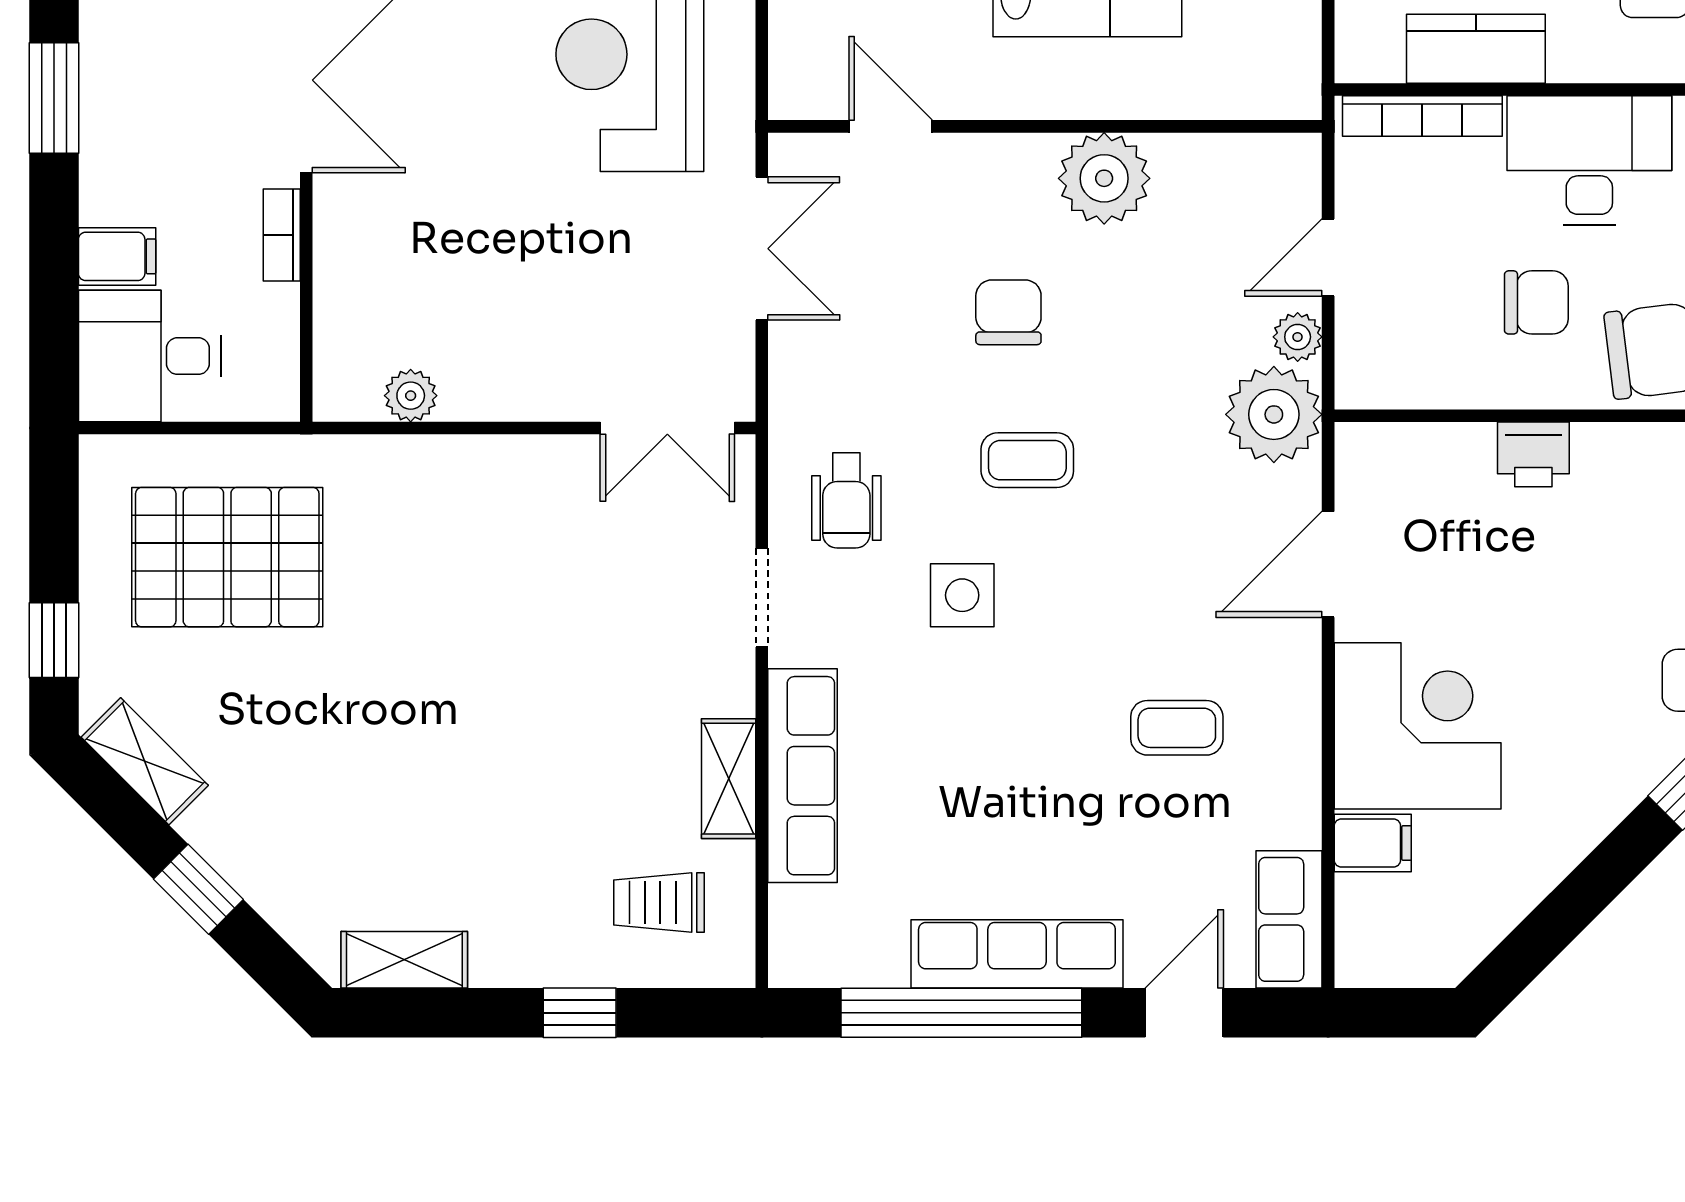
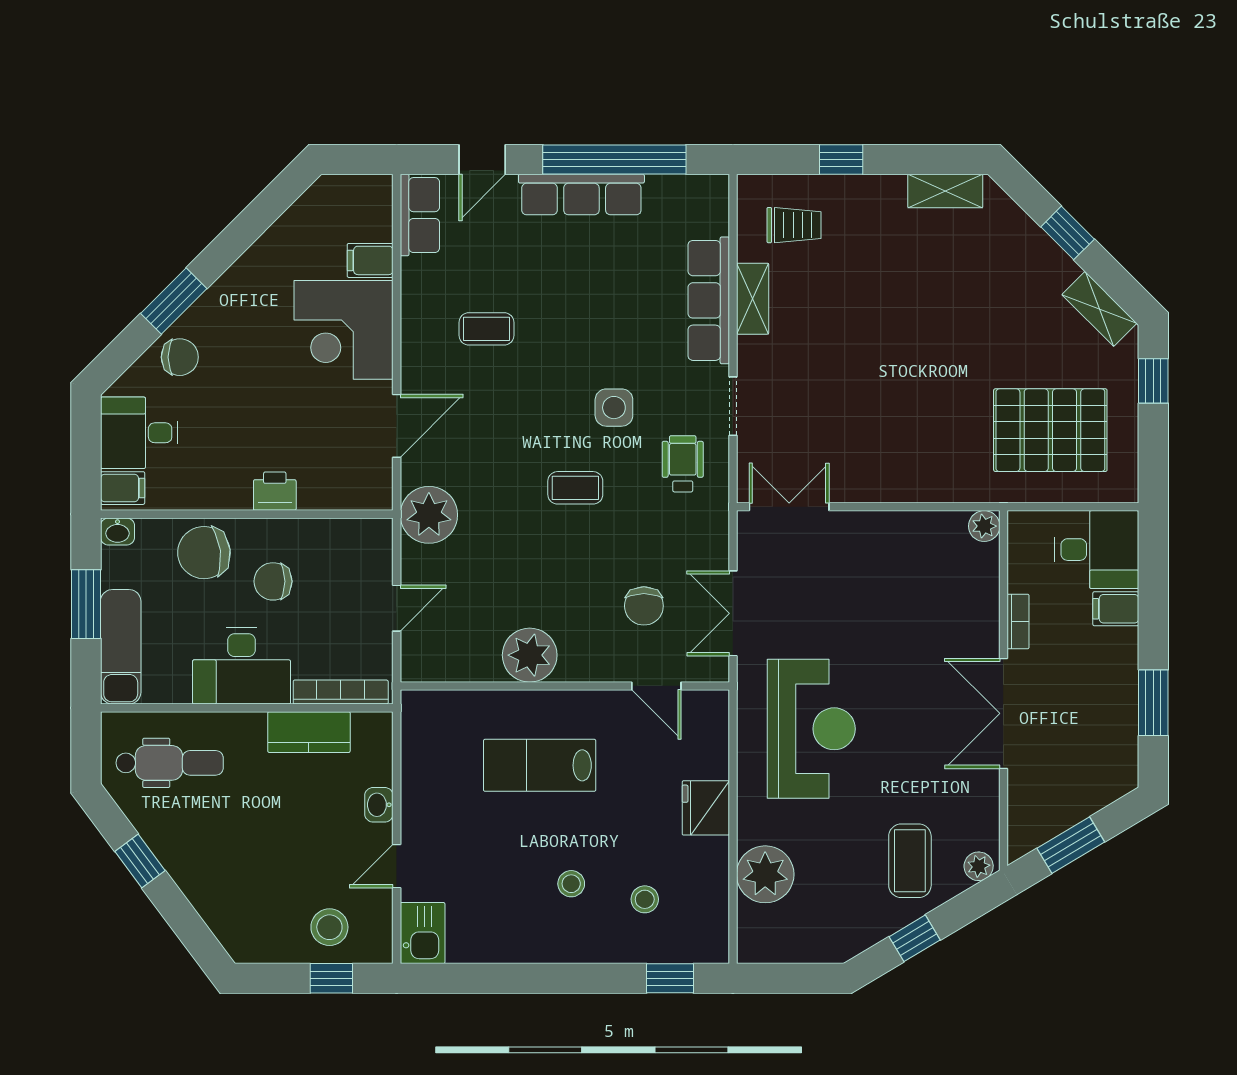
chair: (1008, 312) -> (644, 606), moved
plant: (1298, 337) -> (415, 561), removed
plant: (411, 396) -> (984, 526), moved

